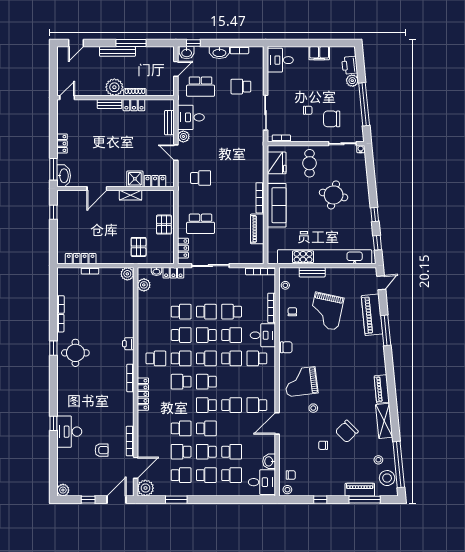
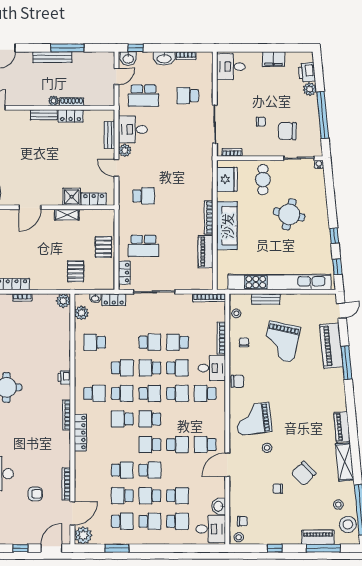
plant: (114, 87) -> (54, 101), width x0.53, depth x0.53
school desk: (181, 312) -> (95, 342), moved, turned 180

